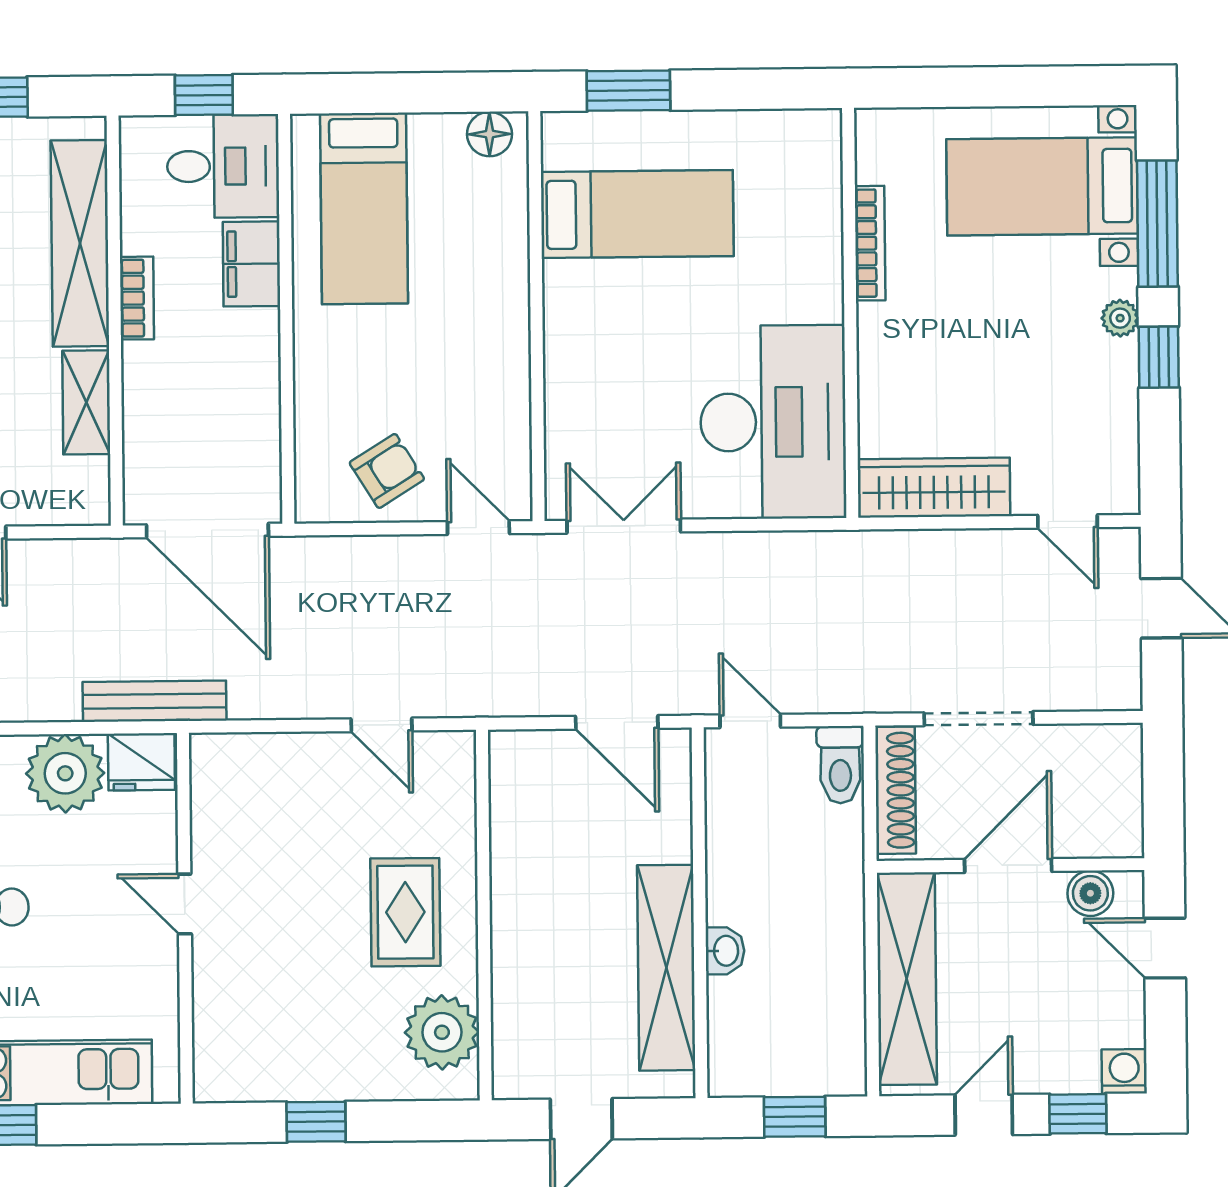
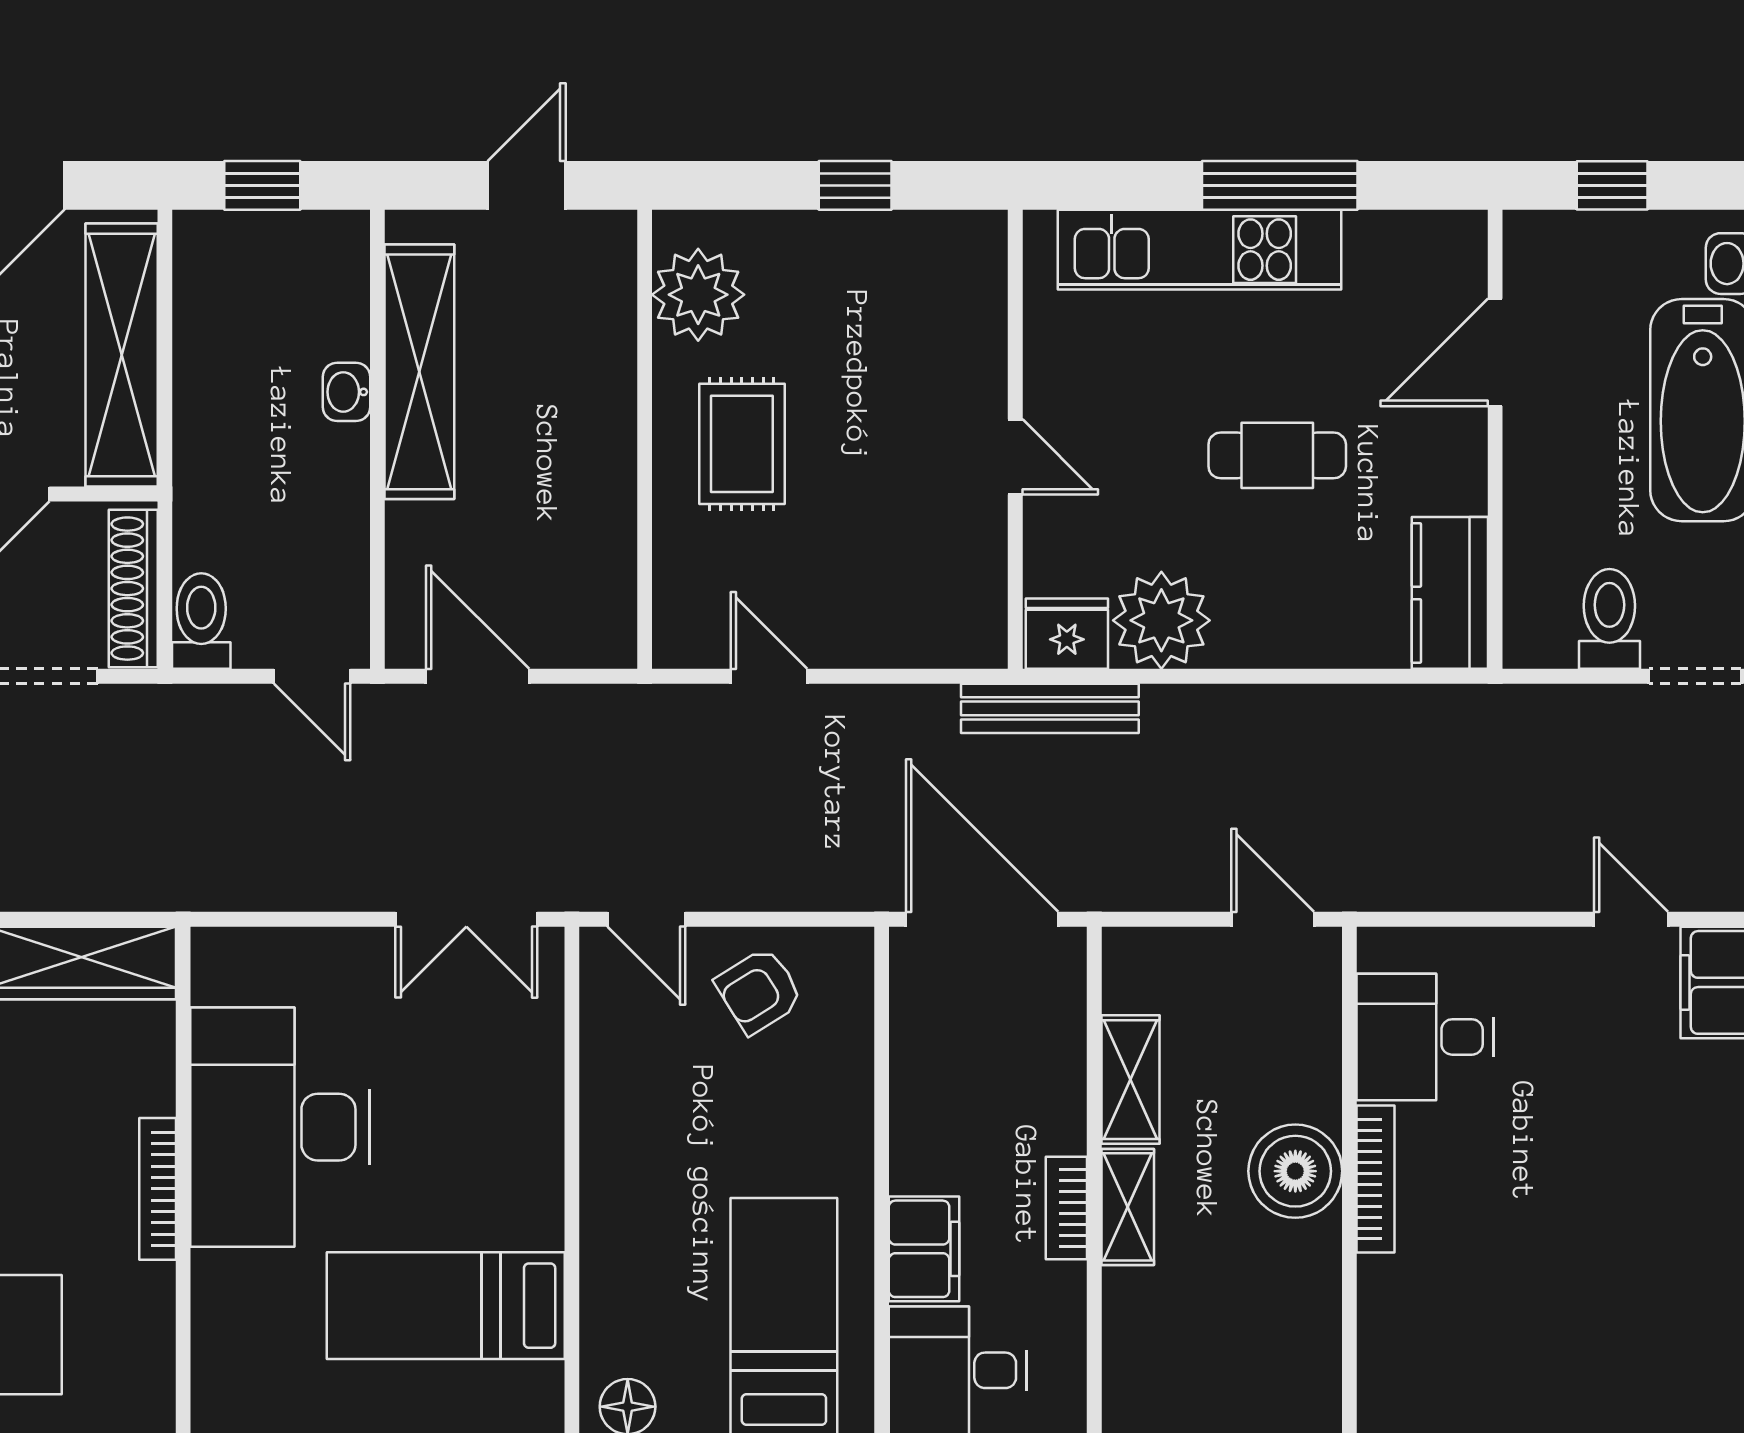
shelving: (80, 243) -> (1128, 1207), width x0.45, depth x0.75
bookcase: (870, 243) -> (158, 1189), moved
desk: (773, 422) -> (280, 1127), moved

